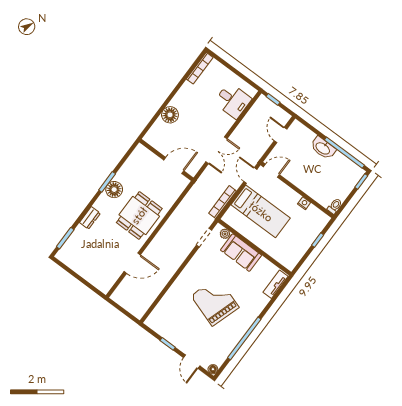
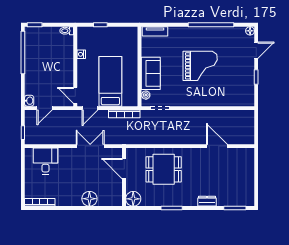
washbasin: (323, 148) -> (29, 101), moved, width x0.52, depth x0.69
floor lamp: (114, 190) -> (133, 199), moved
dining table: (139, 215) -> (164, 169), moved
grand piano: (215, 302) -> (200, 66), turned -108

